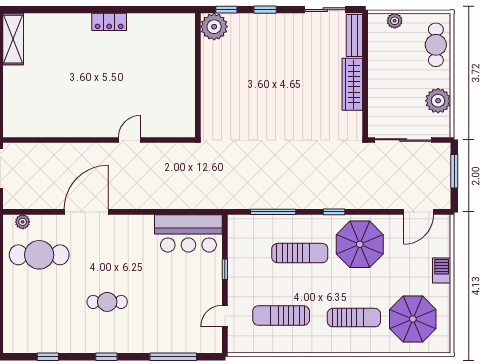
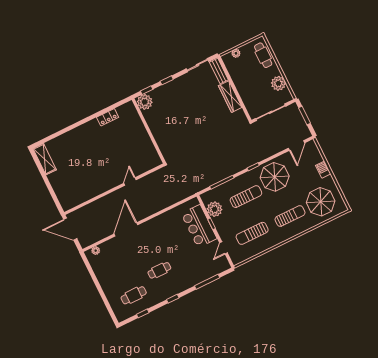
locker: (109, 22) -> (108, 117), moved
bar counter: (188, 233) -> (199, 226), moved, turned 90
plant: (241, 249) -> (215, 209), added
cafe table: (39, 255) -> (134, 295), moved, width x0.73, depth x0.74

